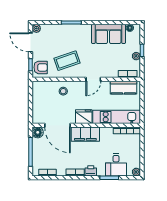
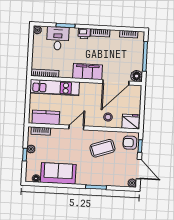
fridge: (84, 117) -> (131, 122), moved, turned 180
door: (57, 125) -> (116, 82), swing flipped

